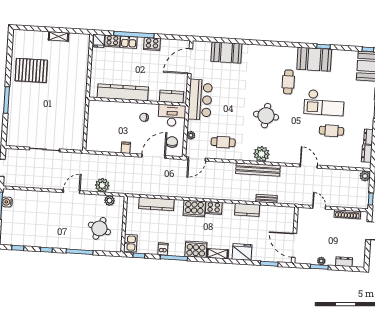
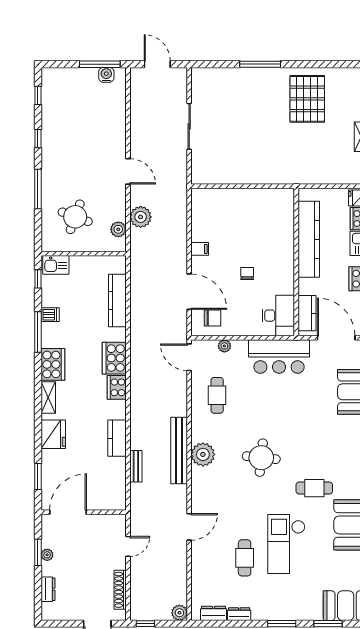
kitchen counter: (123, 92) -> (309, 239), moved
kitchen counter: (171, 97) -> (307, 313), moved
wall: (137, 102) -> (296, 262), moved
desk: (172, 116) -> (278, 316), moved

